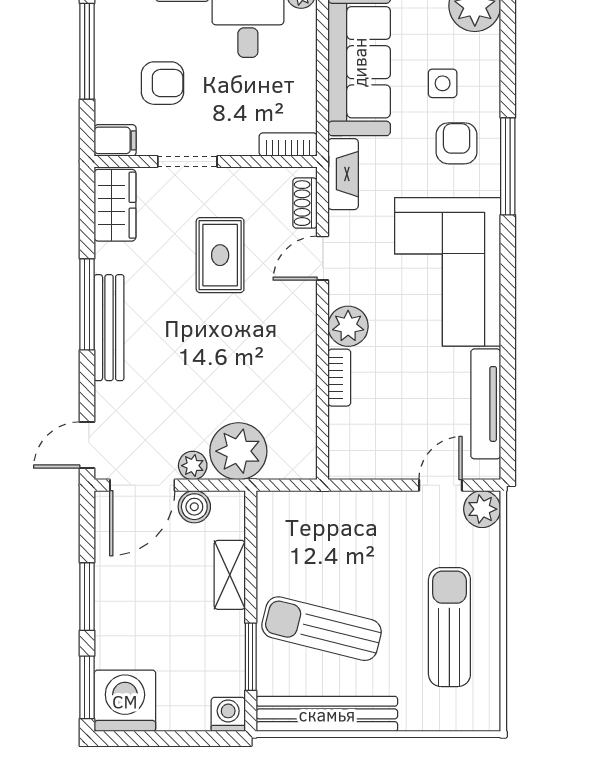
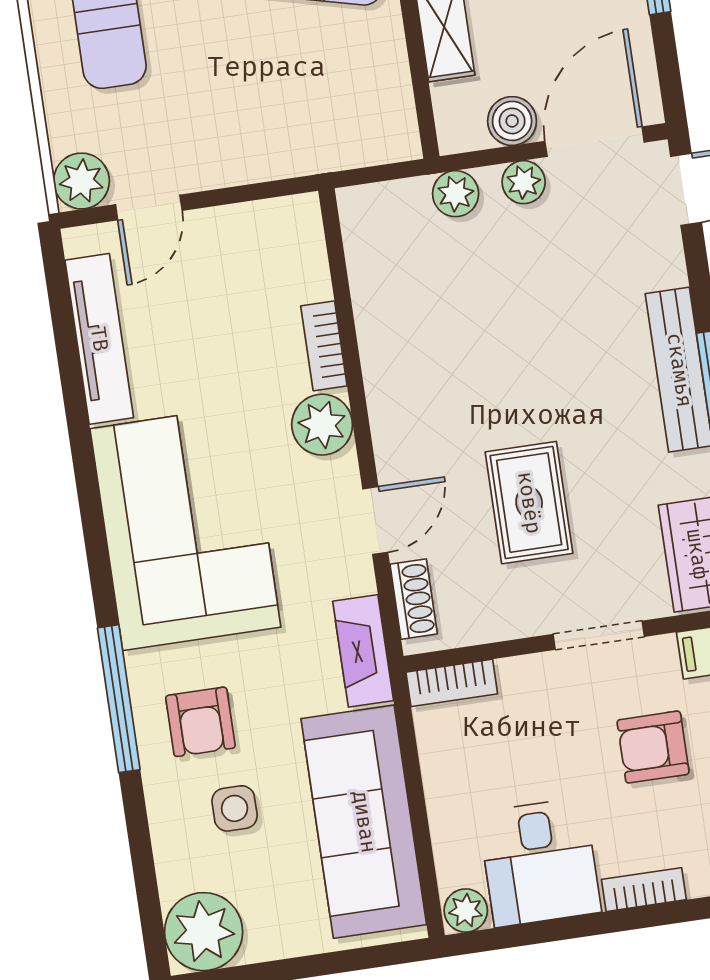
plant: (238, 451) -> (456, 194), width x0.53, depth x0.53

